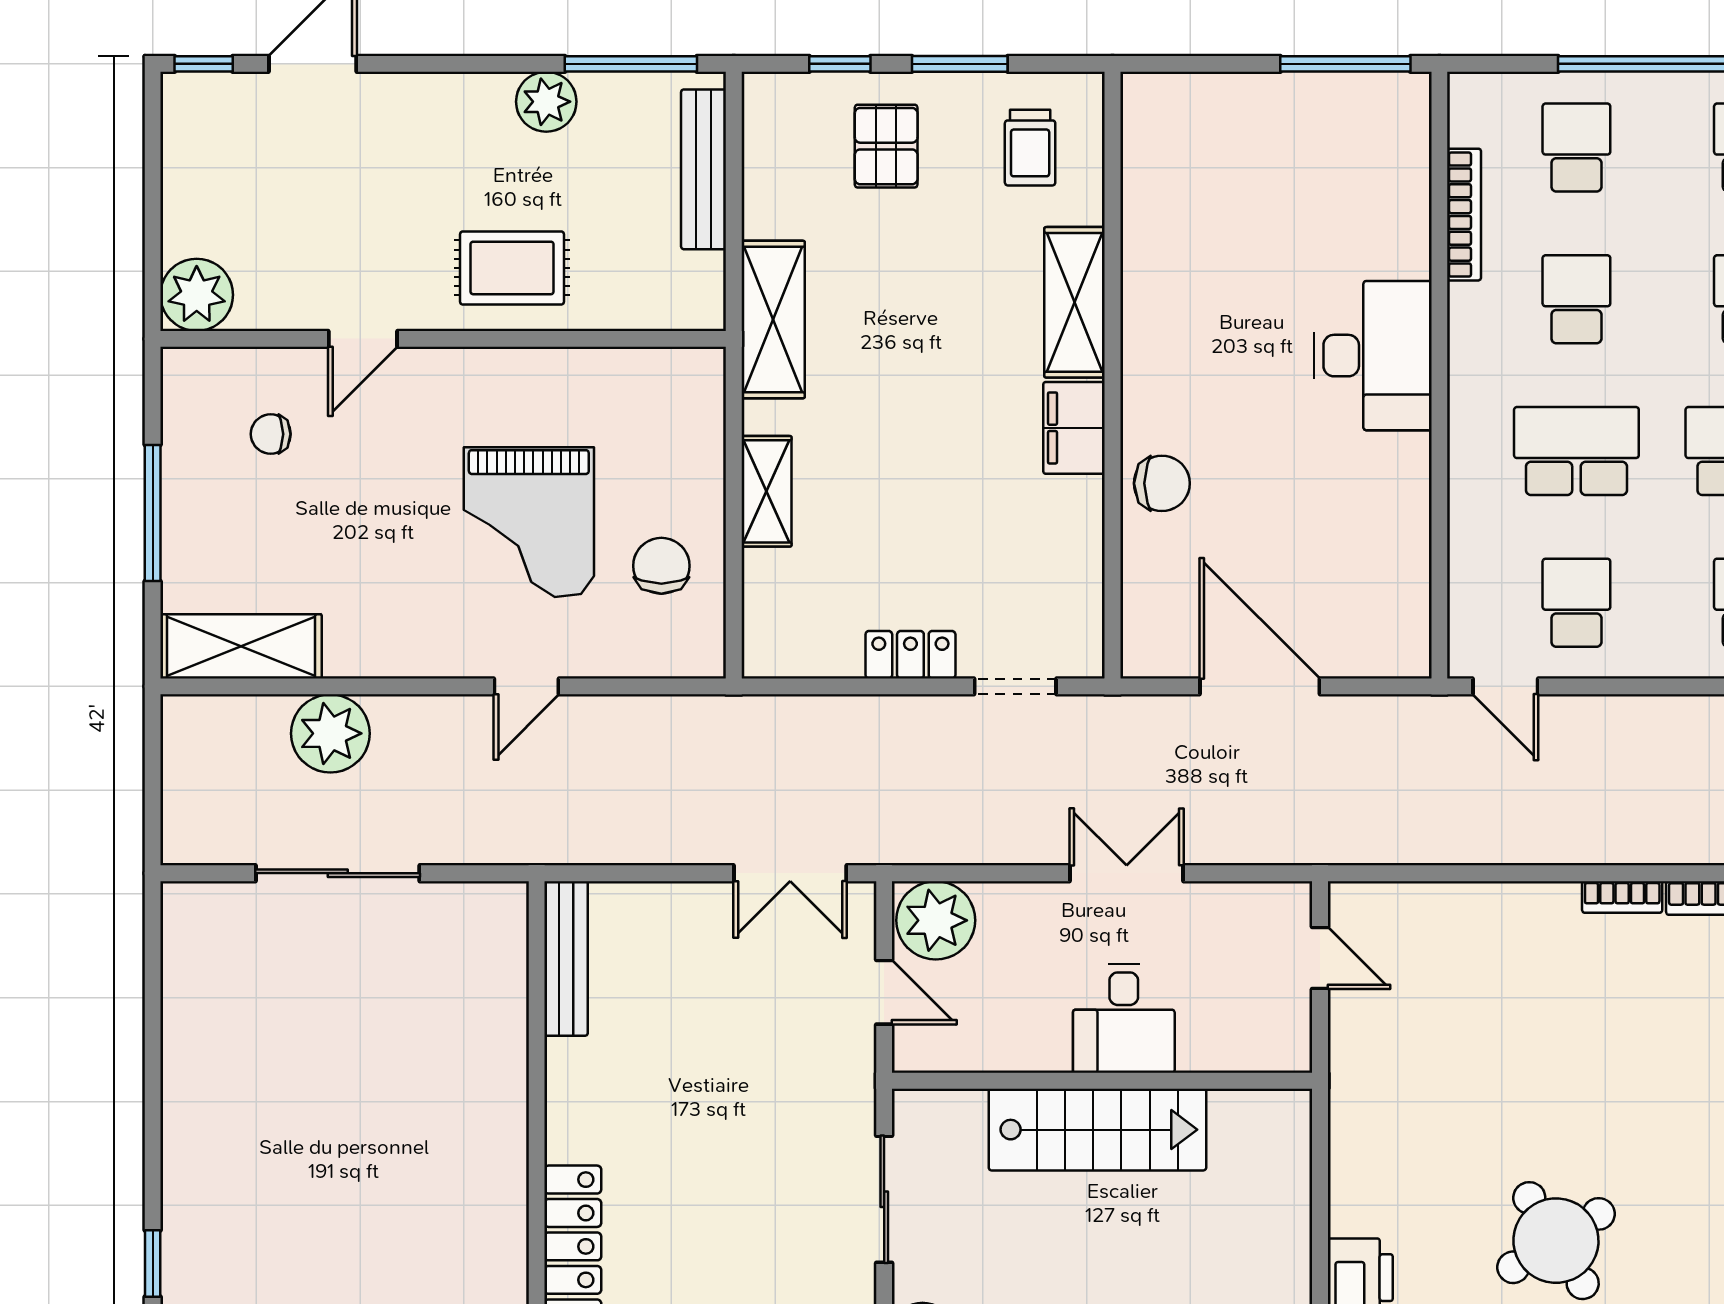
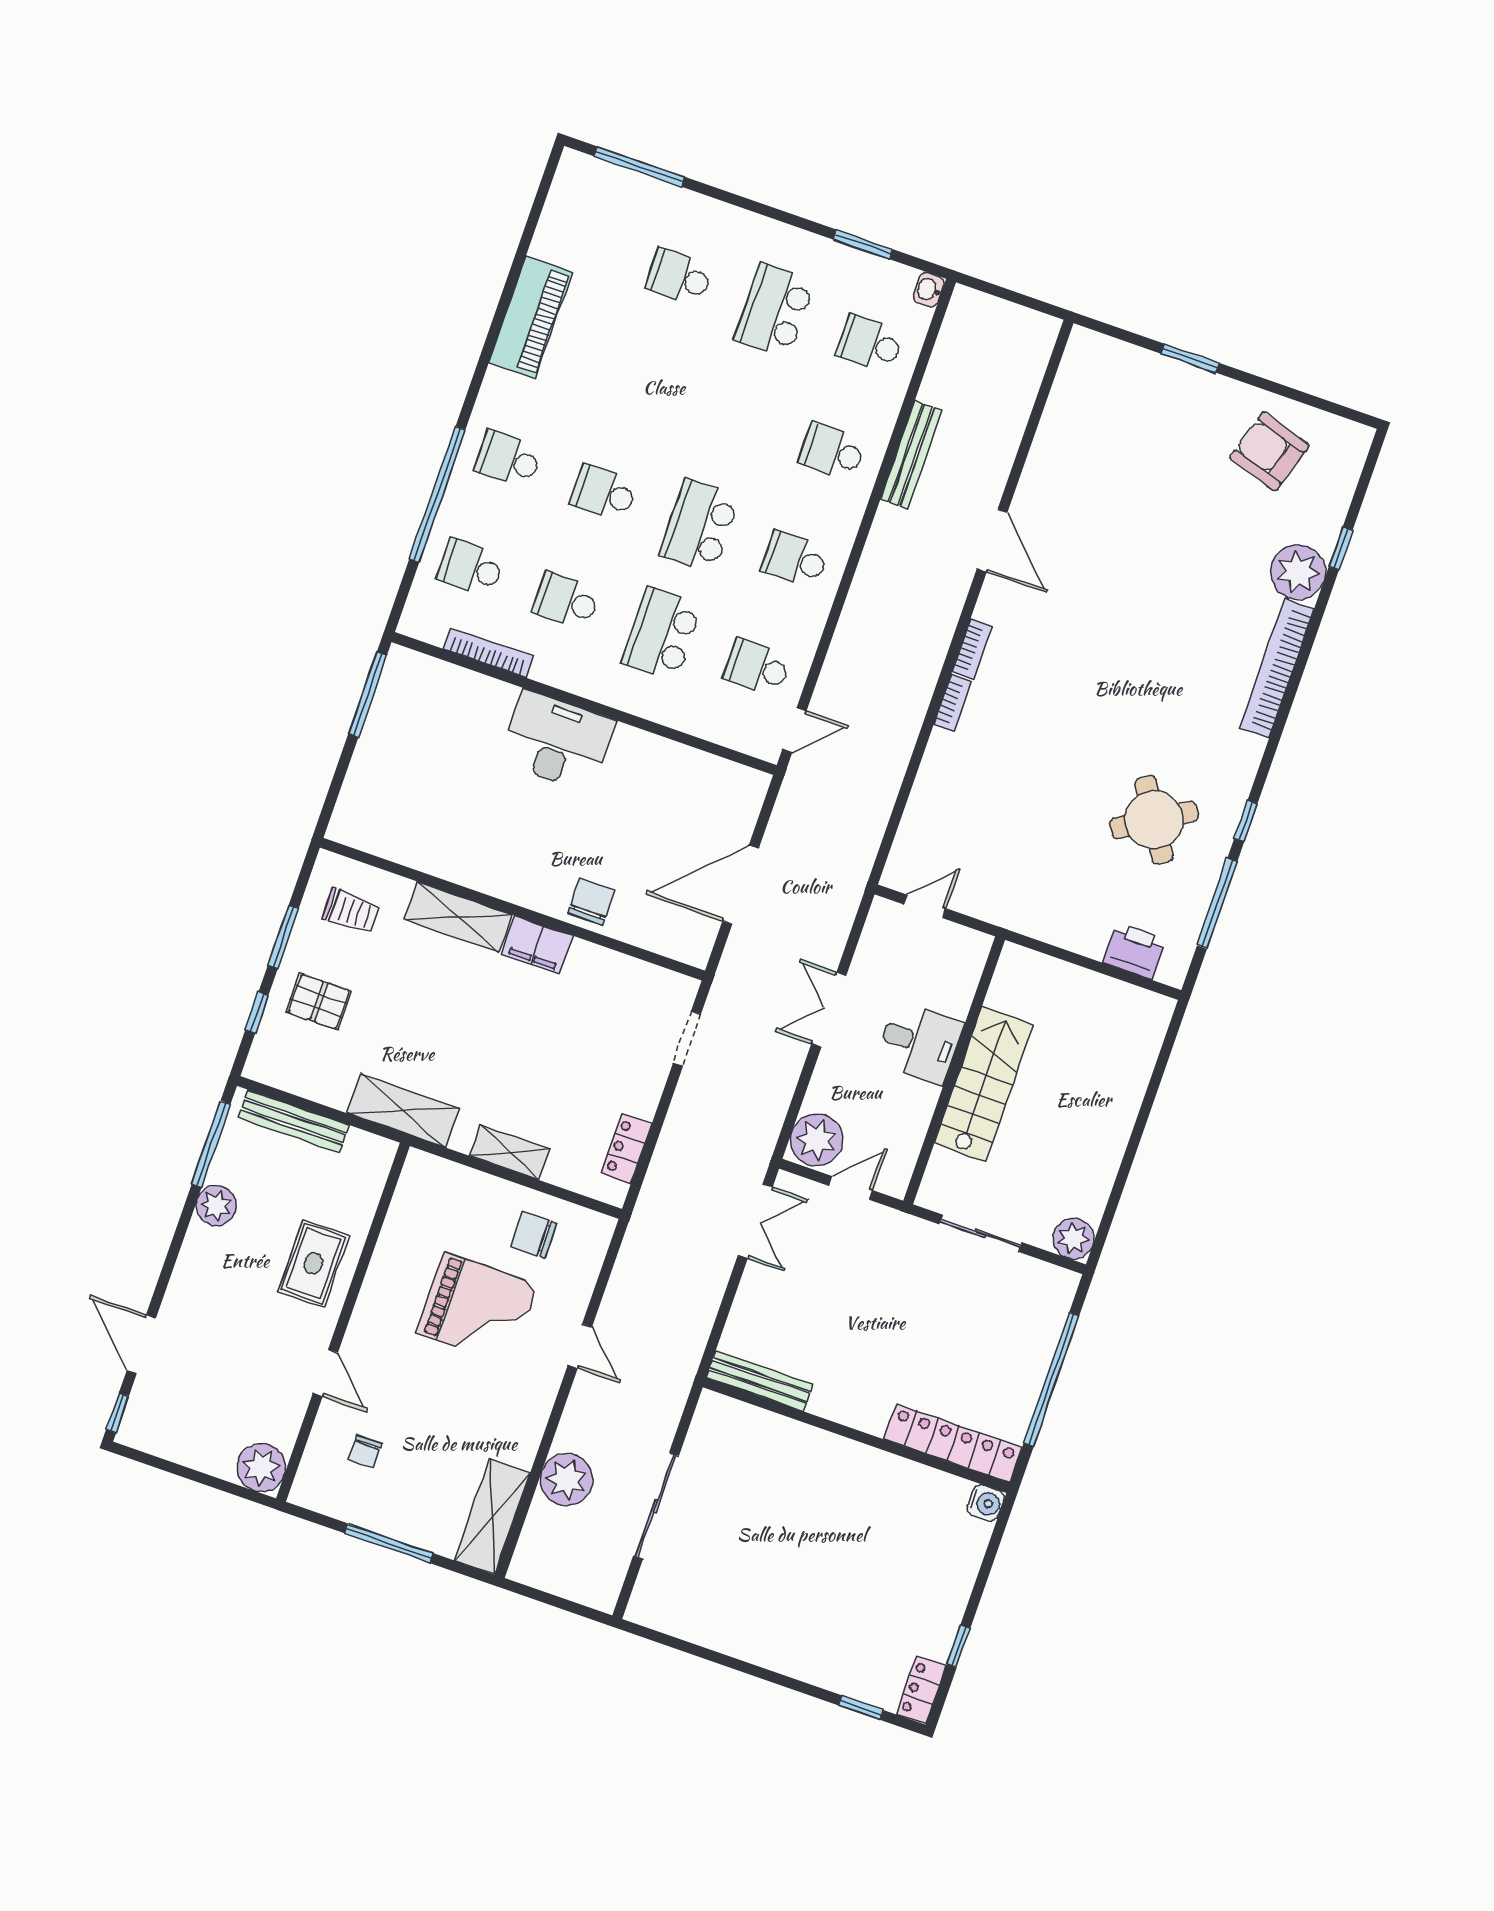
locker: (910, 655) -> (626, 1148), moved

